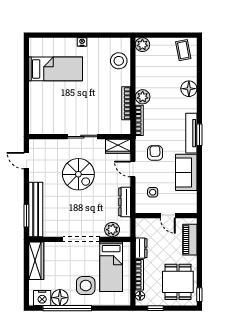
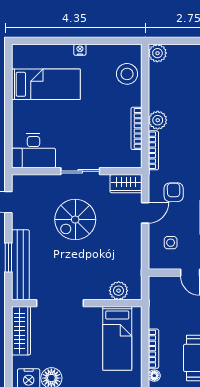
desk: (46, 121) -> (33, 151), added
door: (133, 169) -> (145, 213), swing flipped
spiral stairs: (78, 174) -> (75, 220), turned 90
dresser: (125, 202) -> (135, 255), removed
window: (26, 216) -> (8, 257), moved
doorway: (81, 239) -> (60, 303), moved
dresser: (141, 248) -> (156, 314), removed
side table: (86, 286) -> (85, 363), removed

